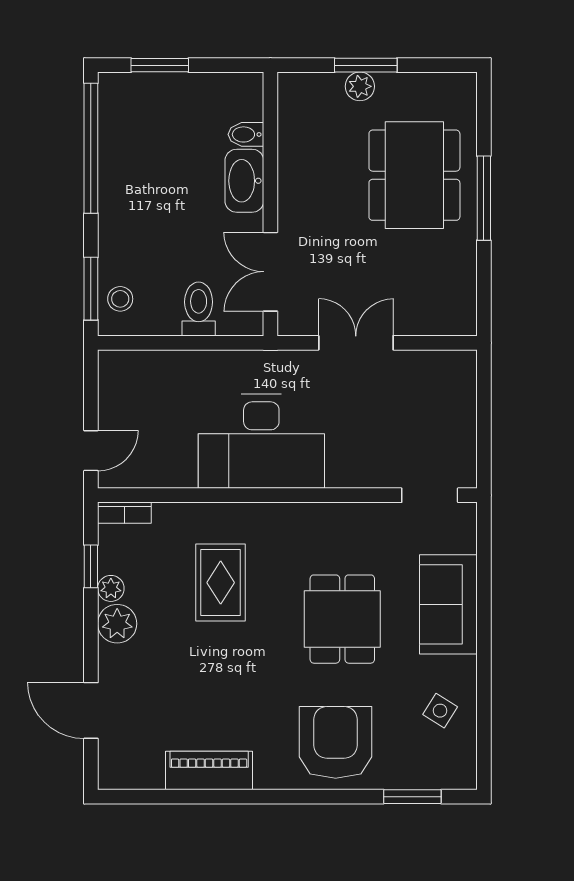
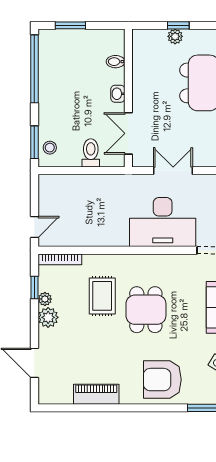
window: (366, 65) -> (178, 25), width x0.67
washbasin: (244, 181) -> (118, 94), width x0.52, depth x0.69
desk: (261, 441) -> (163, 222), moved
bookcase: (124, 513) -> (60, 259), width x1.56
dining table: (342, 619) -> (146, 310), moved
armchair: (336, 742) -> (162, 380), turned -90

